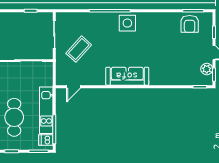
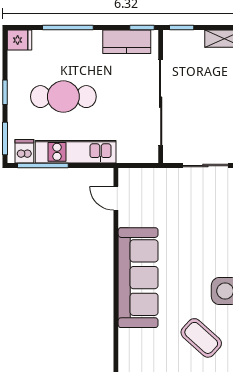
coffee table: (79, 49) -> (201, 338), moved
sofa: (127, 76) -> (138, 278), width x1.36, depth x1.27

